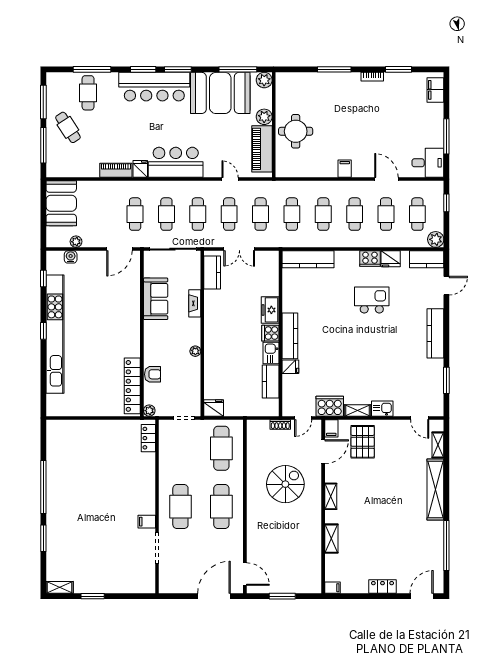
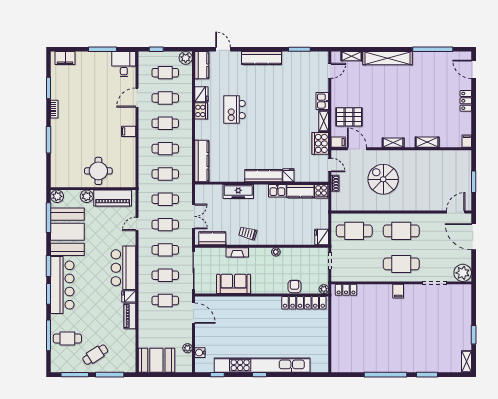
freezer: (270, 310) -> (238, 191), width x1.40
trolley: (219, 316) -> (248, 233), added
cooker: (270, 333) -> (321, 191), moved
filing cabinet: (147, 522) -> (398, 291), moved
plant: (169, 583) -> (463, 273), added

